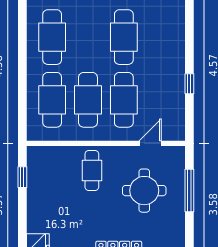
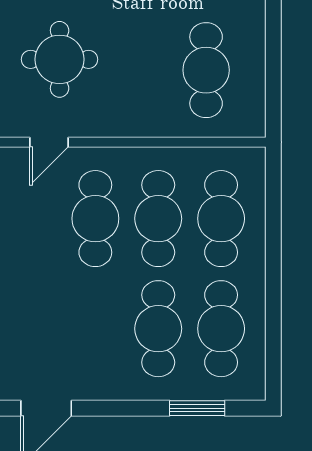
cafe table: (124, 37) -> (158, 329), moved
cafe table: (92, 170) -> (206, 70), moved, width x1.37, depth x1.35
window: (22, 177) -> (273, 83), removed

